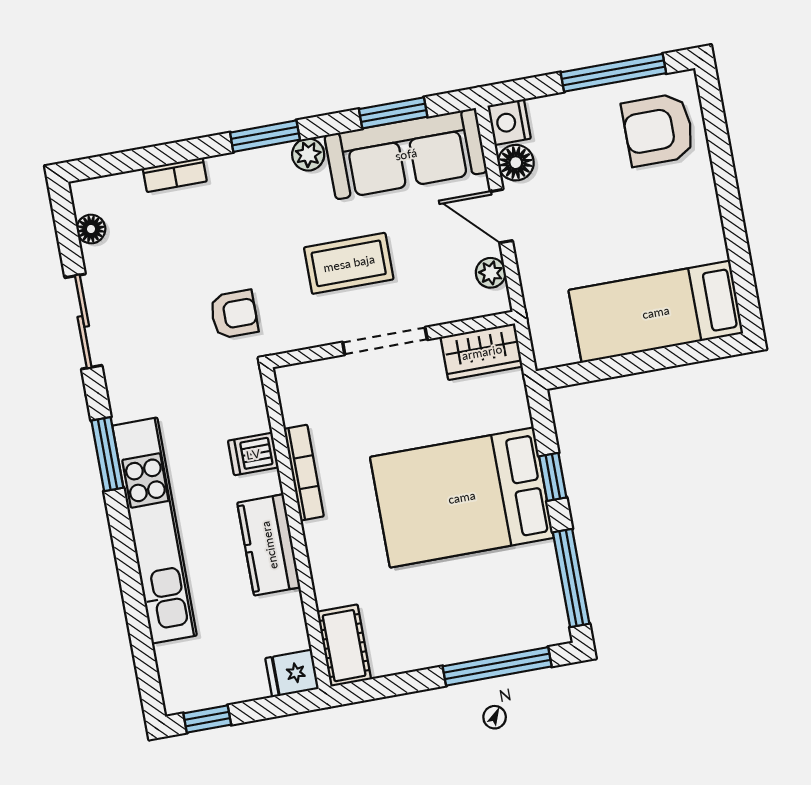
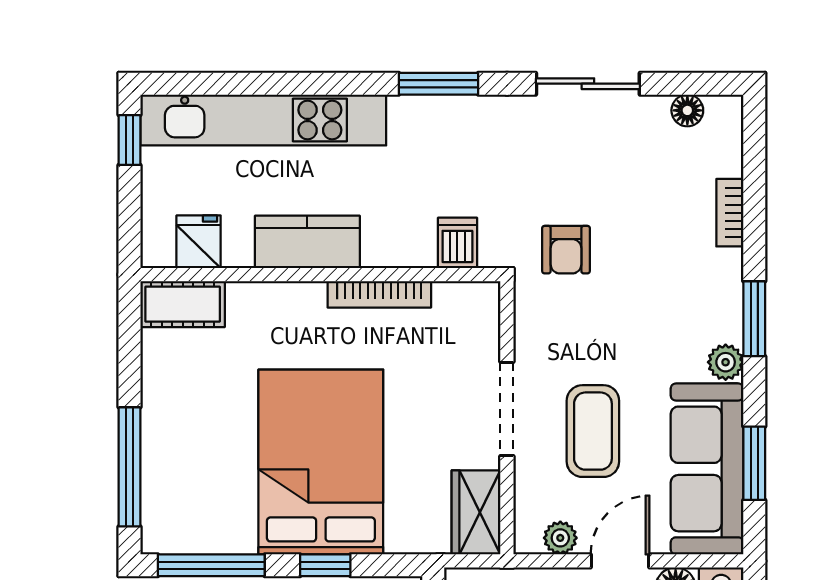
coffee table: (349, 263) -> (593, 431), moved
dishwasher: (253, 454) -> (457, 243), moved
kitchen unit: (155, 531) -> (263, 120), moved
fridge: (292, 673) -> (199, 242), moved

